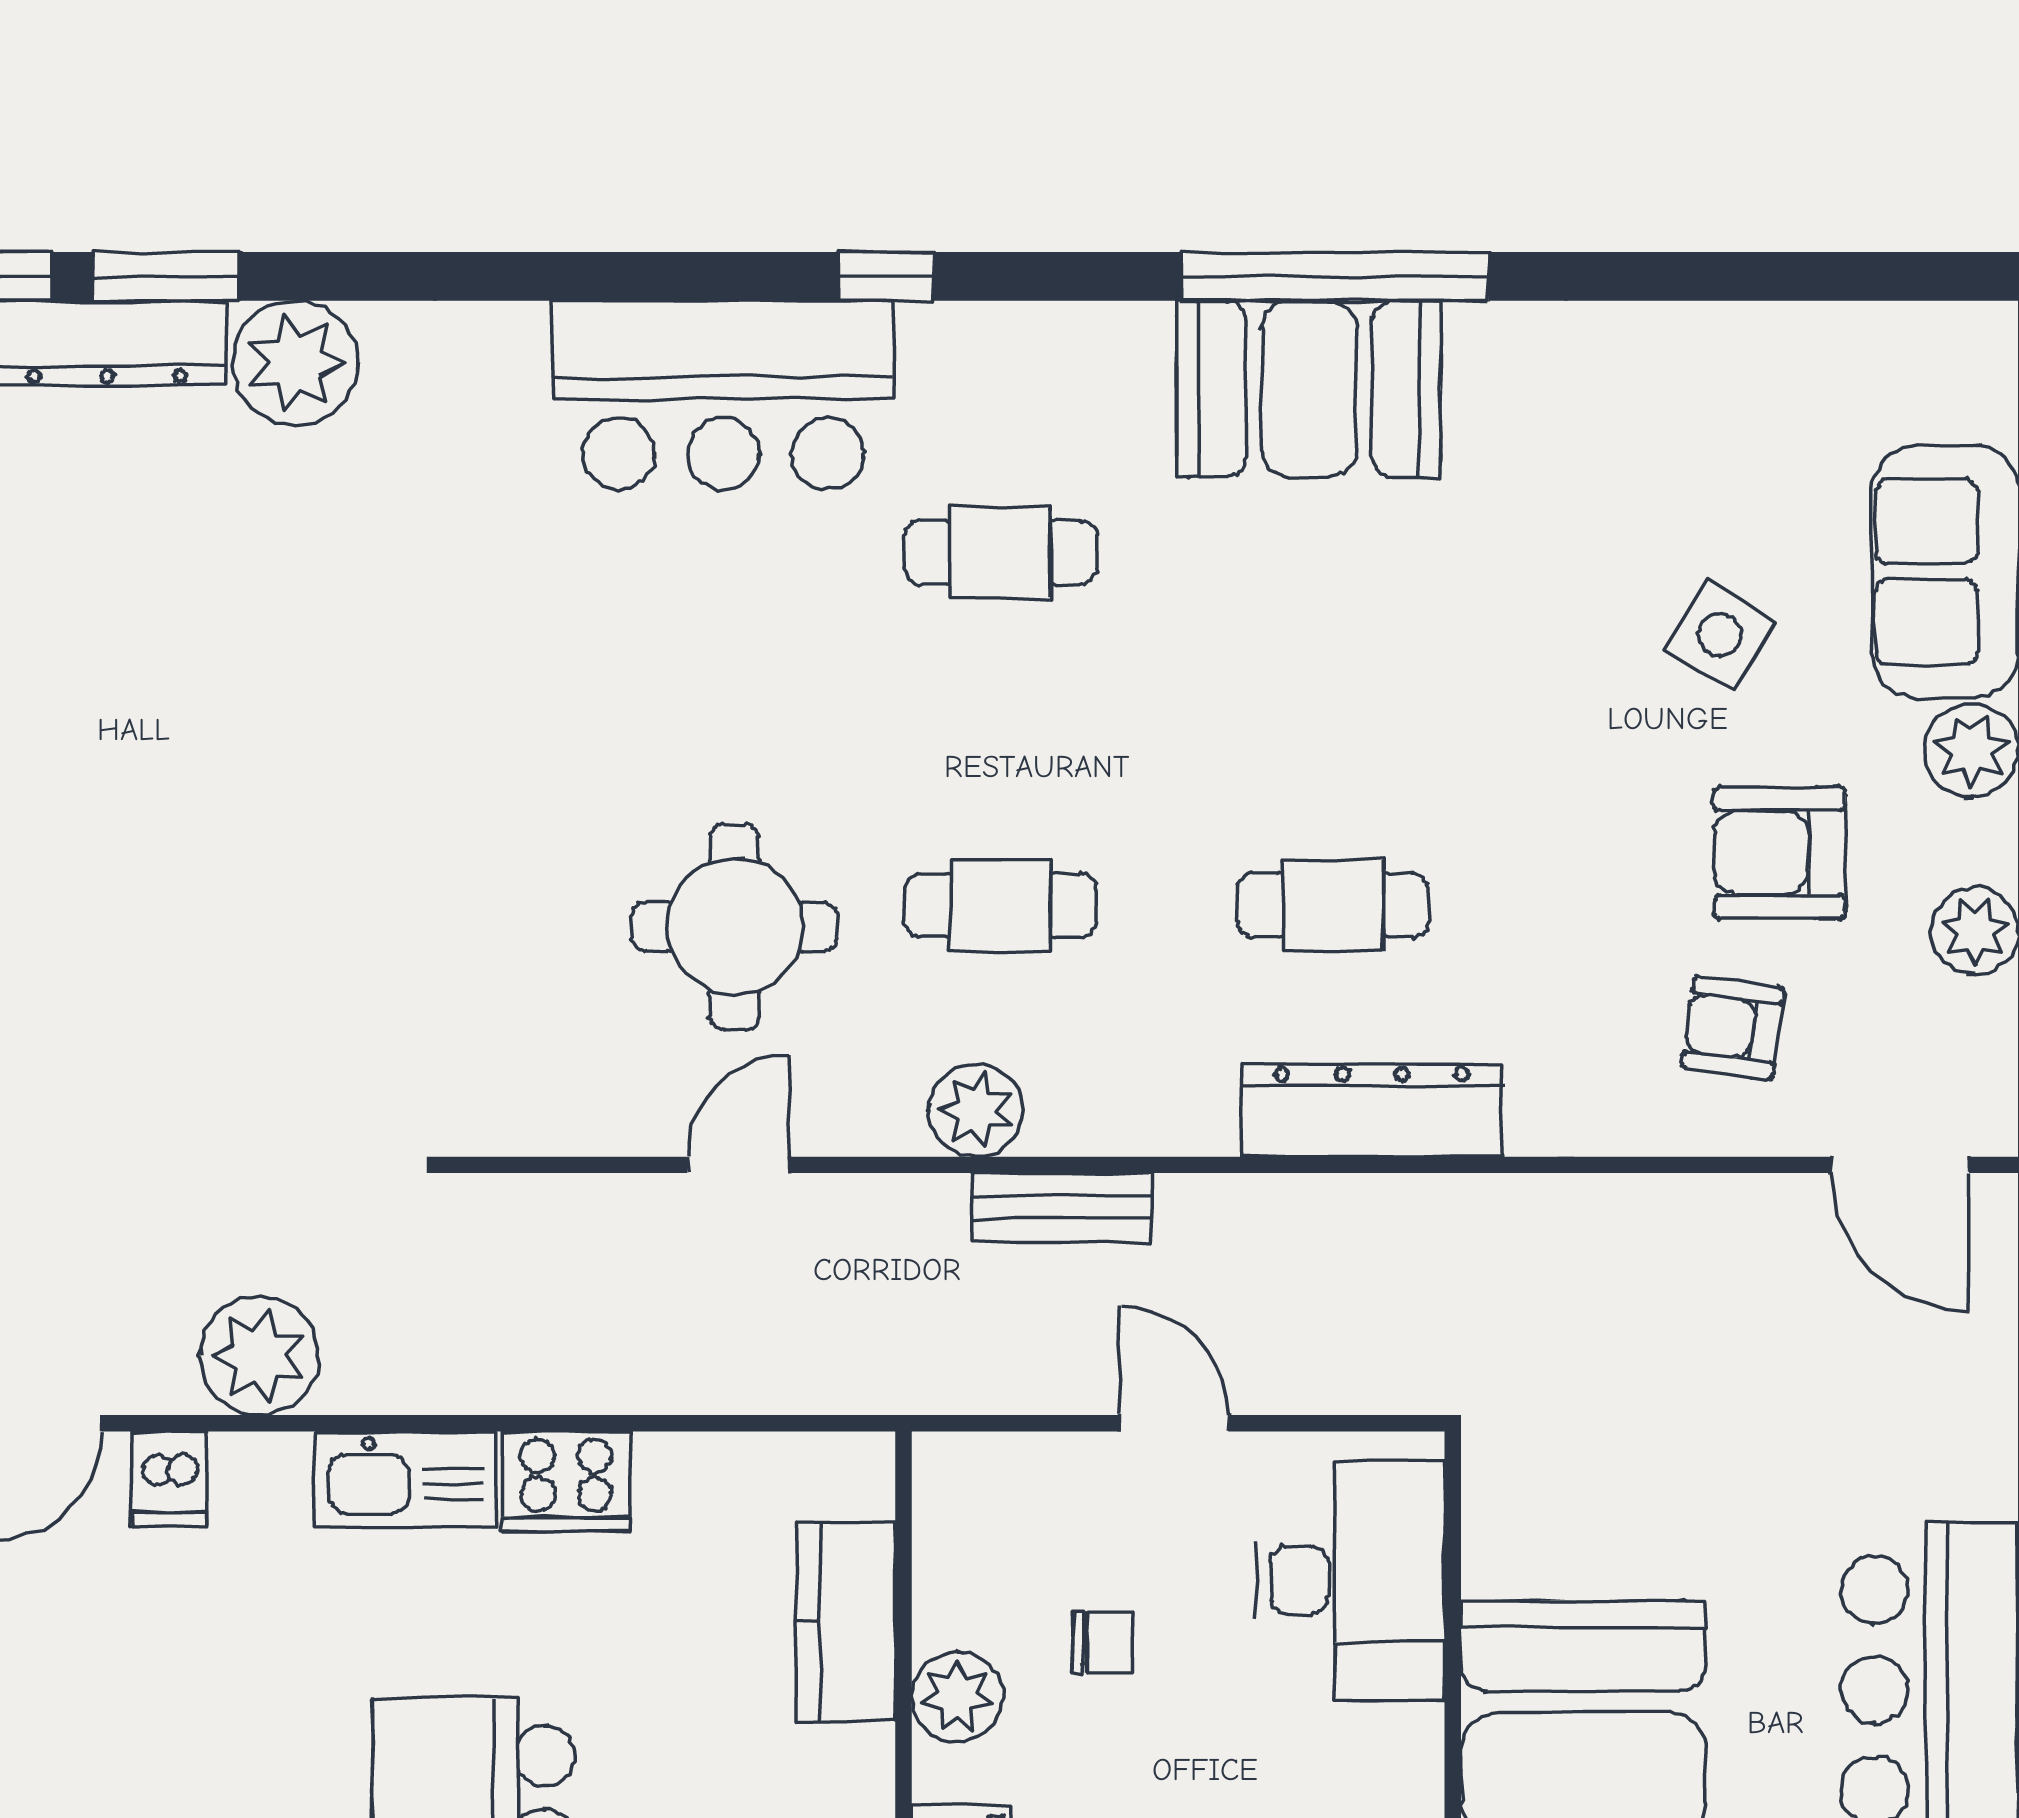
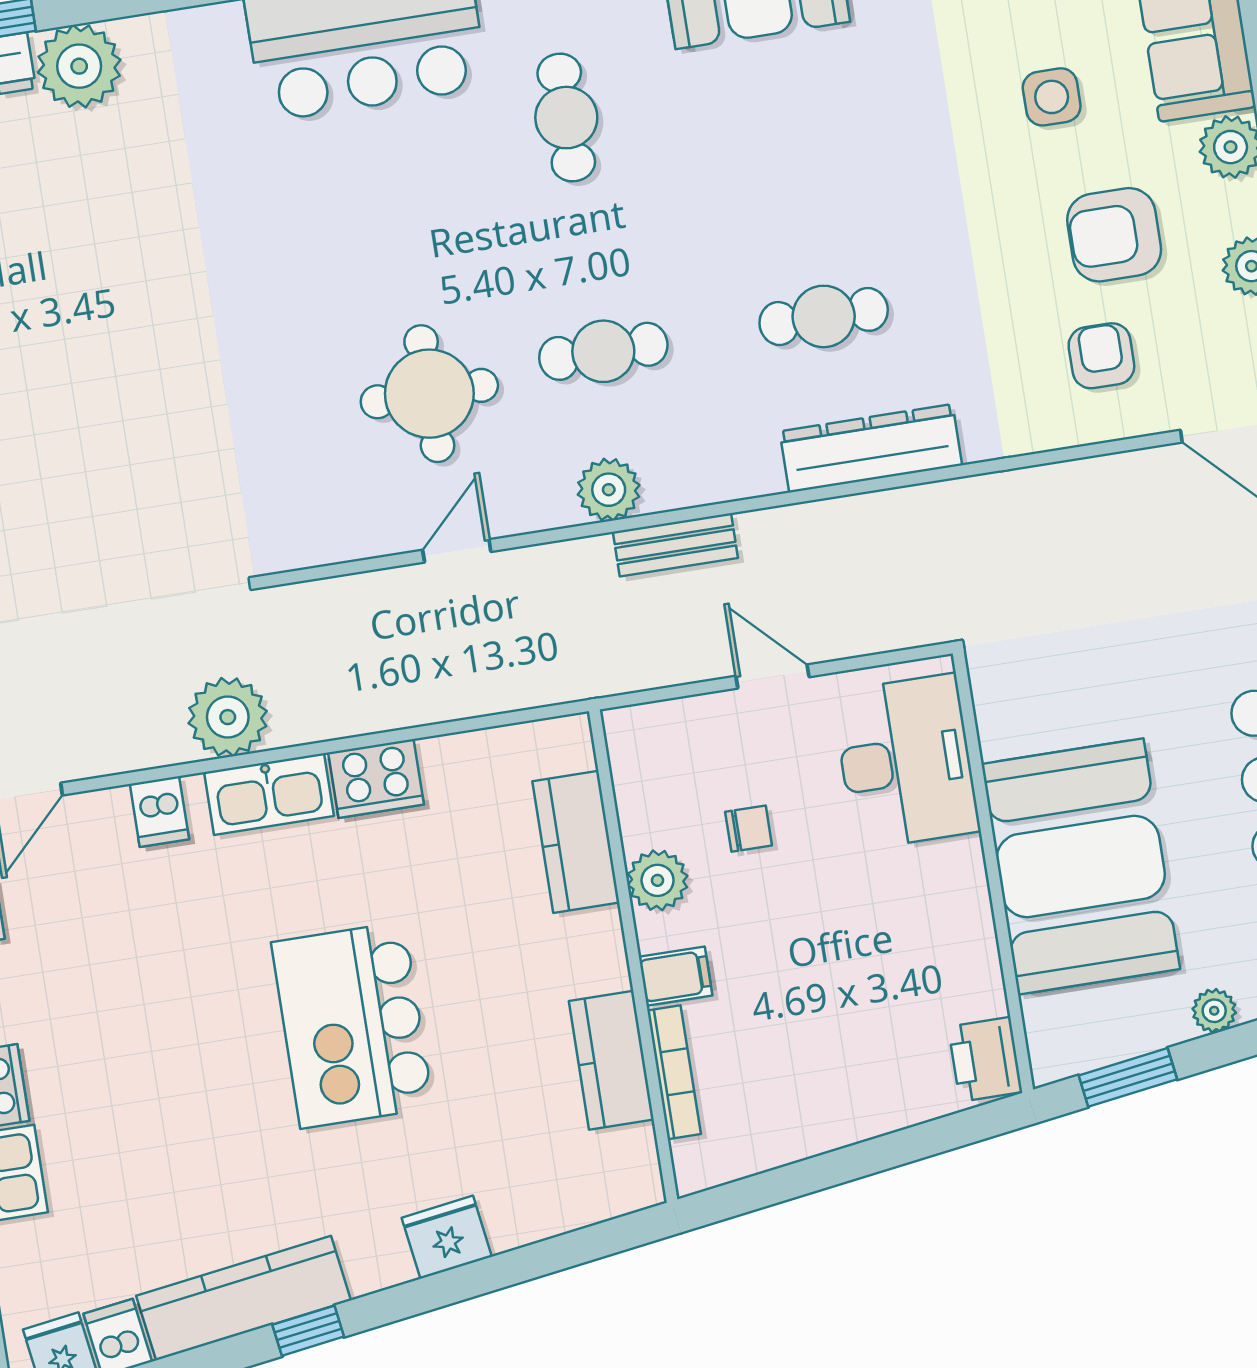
cafe table: (1000, 552) -> (566, 118), turned 90
side table: (1720, 635) -> (1052, 97), turned -32
armchair: (1733, 1028) -> (1101, 356), turned 82
plant: (259, 1356) -> (228, 717), moved
dishwasher: (169, 1479) -> (159, 812), moved

